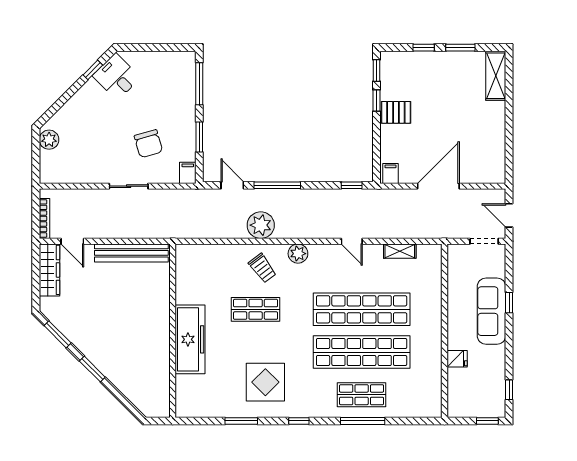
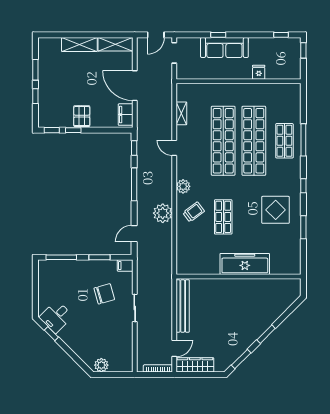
shelving: (496, 76) -> (79, 45), moved
shelving: (496, 159) -> (115, 44), added
filing cabinet: (390, 173) -> (126, 115), width x2.00
window: (277, 185) -> (134, 184), moved
door: (352, 241) -> (174, 148), swing flipped

